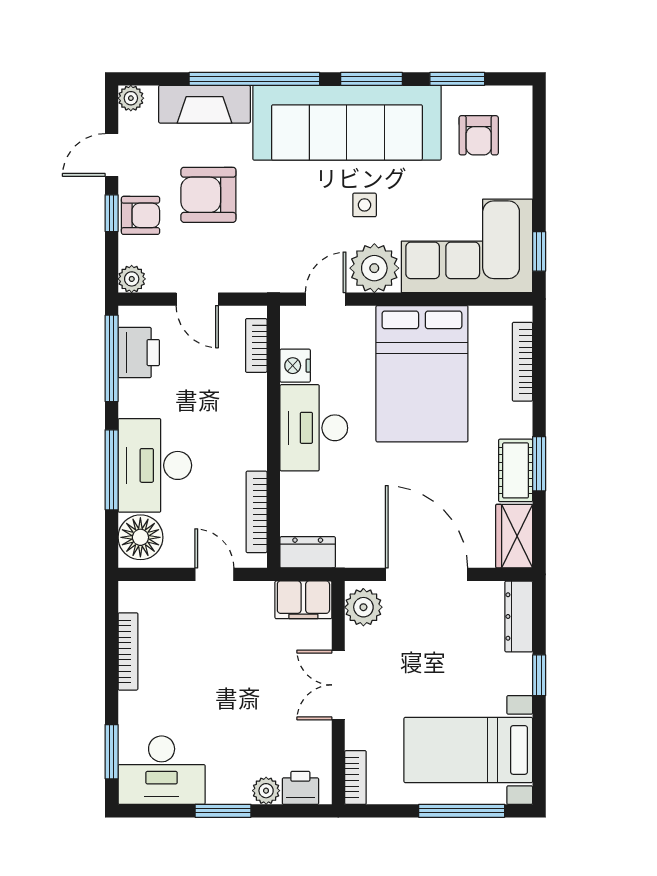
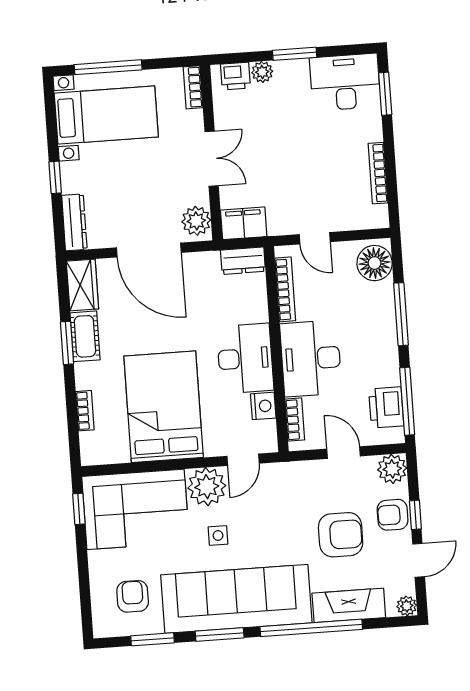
plant: (132, 279) -> (392, 469), width x1.38, depth x1.38
bookcase: (522, 362) -> (85, 411), width x0.64
desk: (155, 465) -> (311, 358), moved, turned 180

